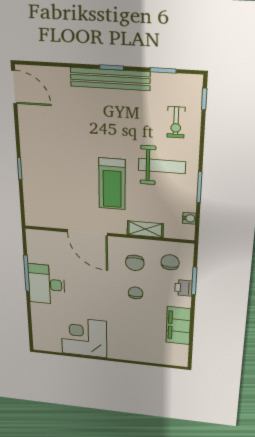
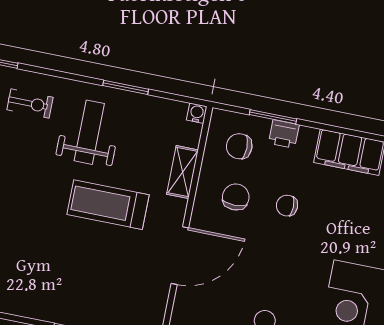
treadmill: (112, 184) -> (108, 205), turned 180
water cooler: (189, 218) -> (197, 113), moved
chair: (135, 263) -> (236, 197), turned -90

